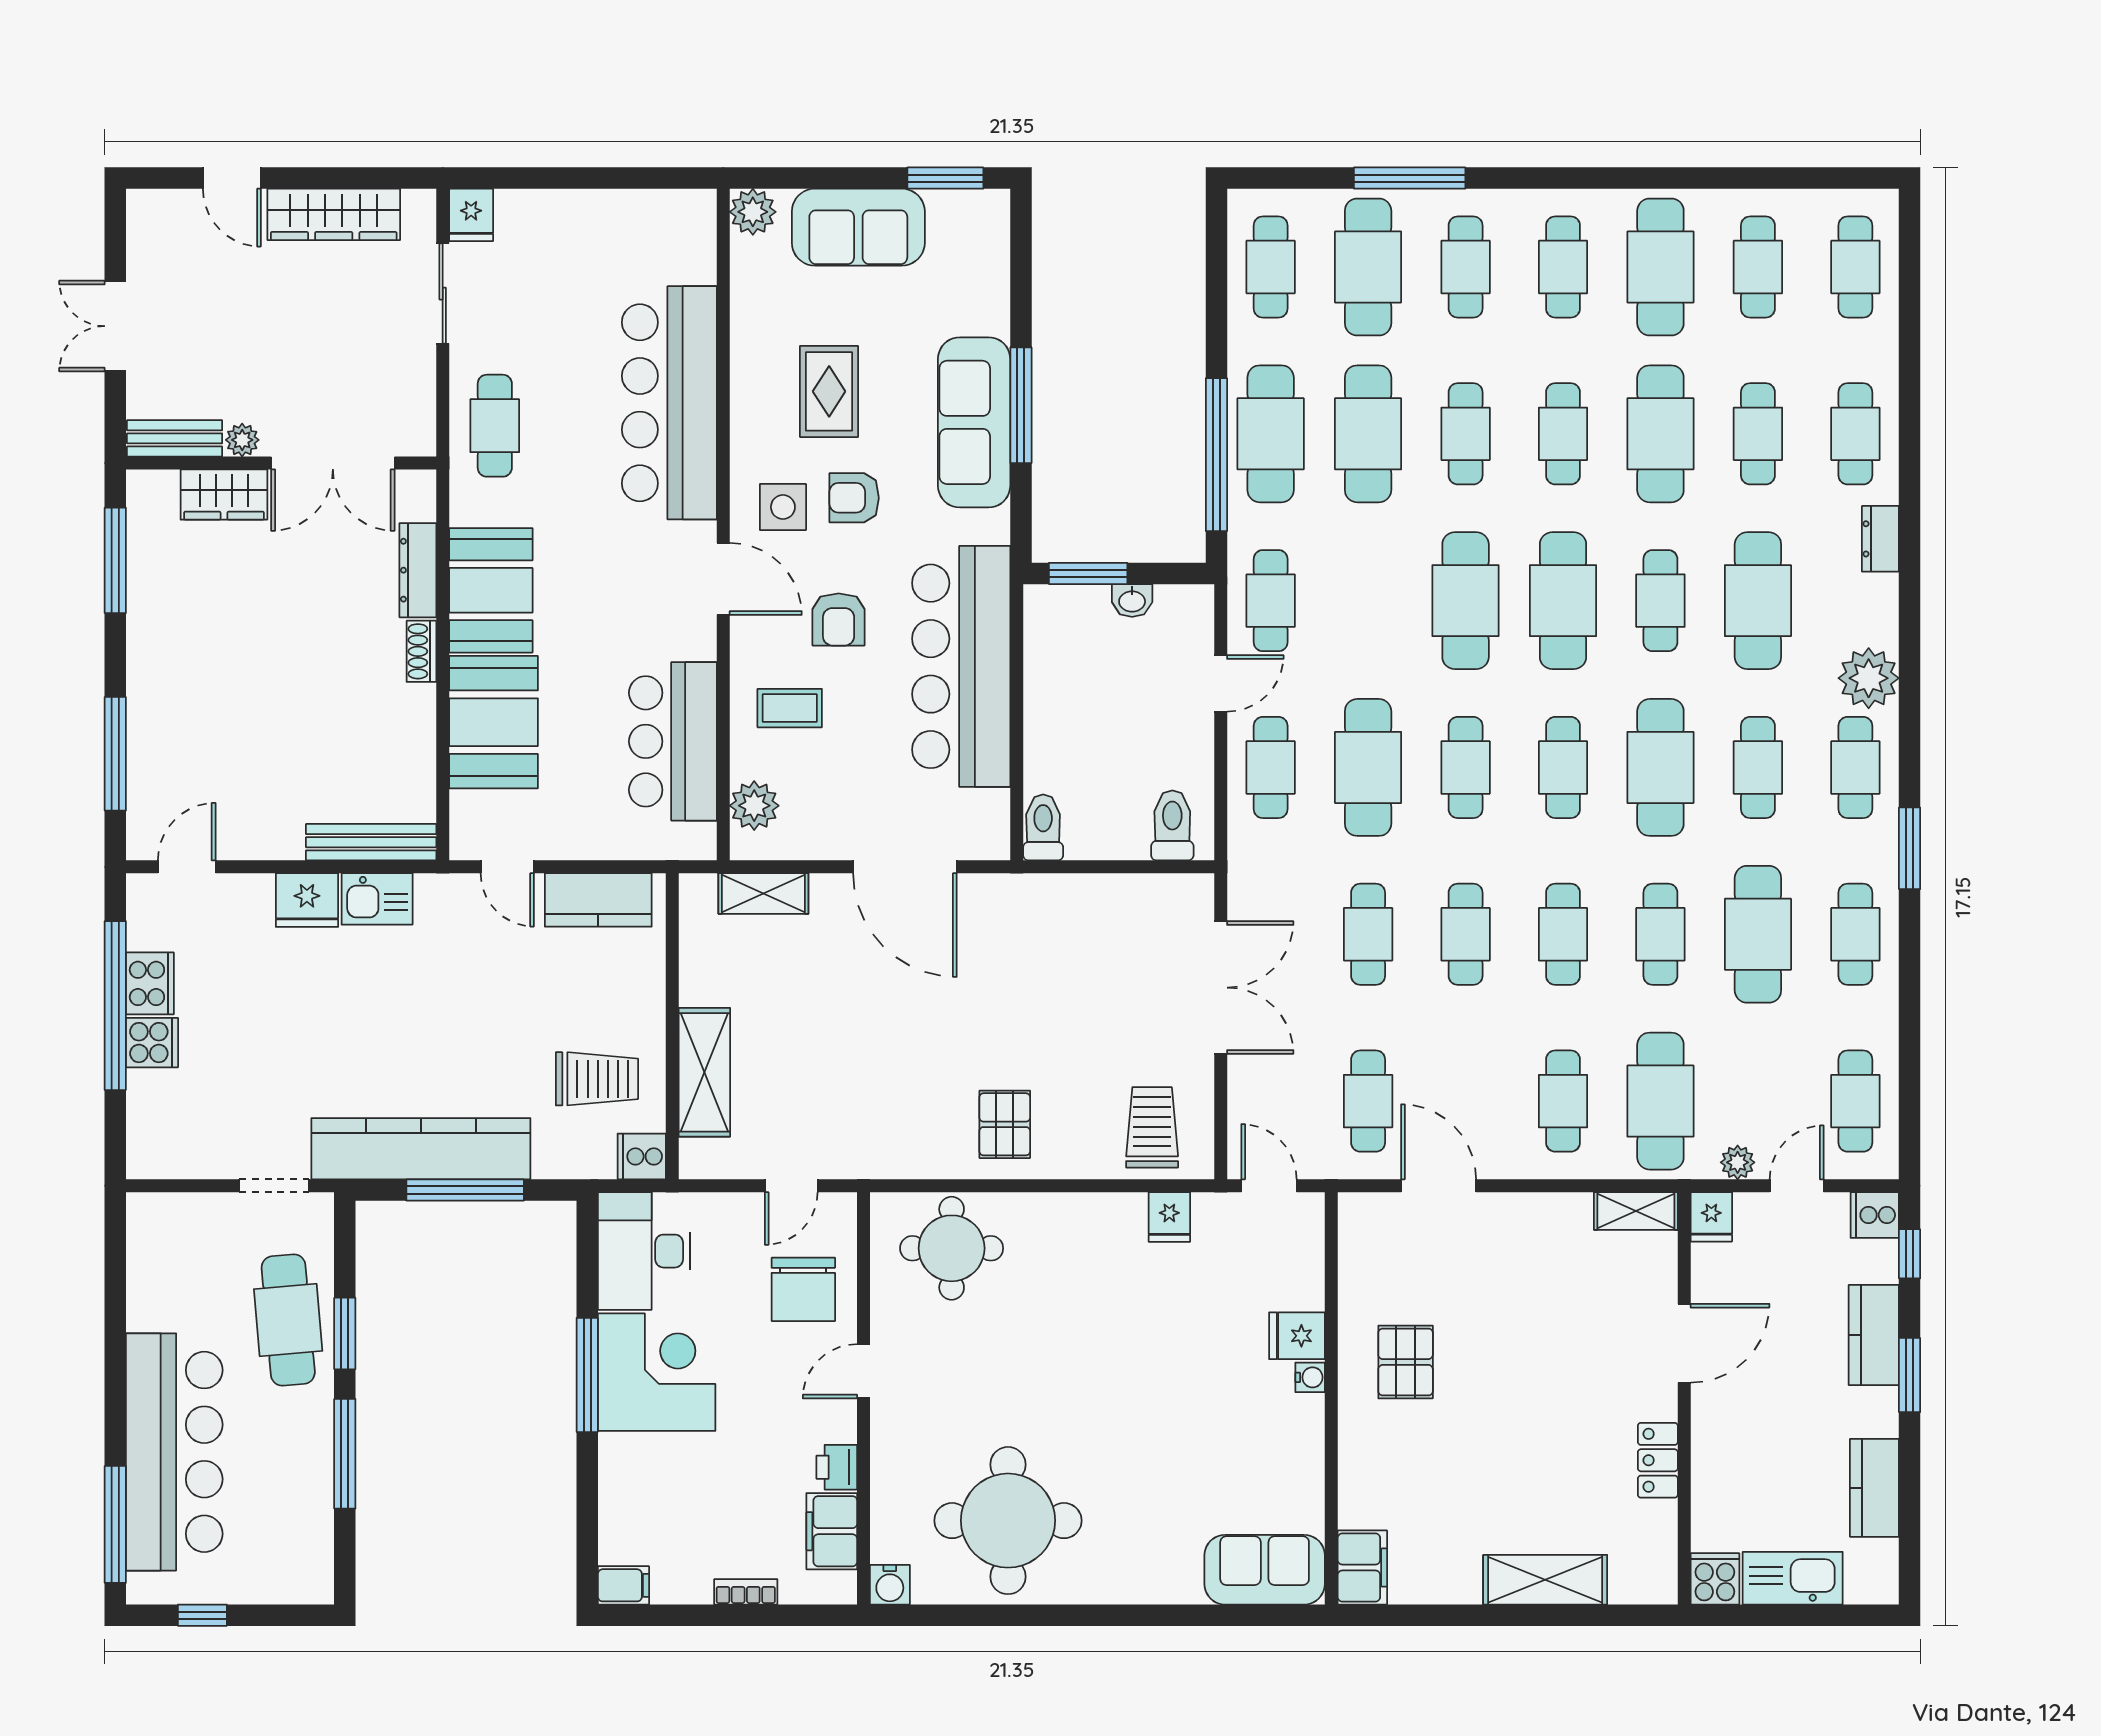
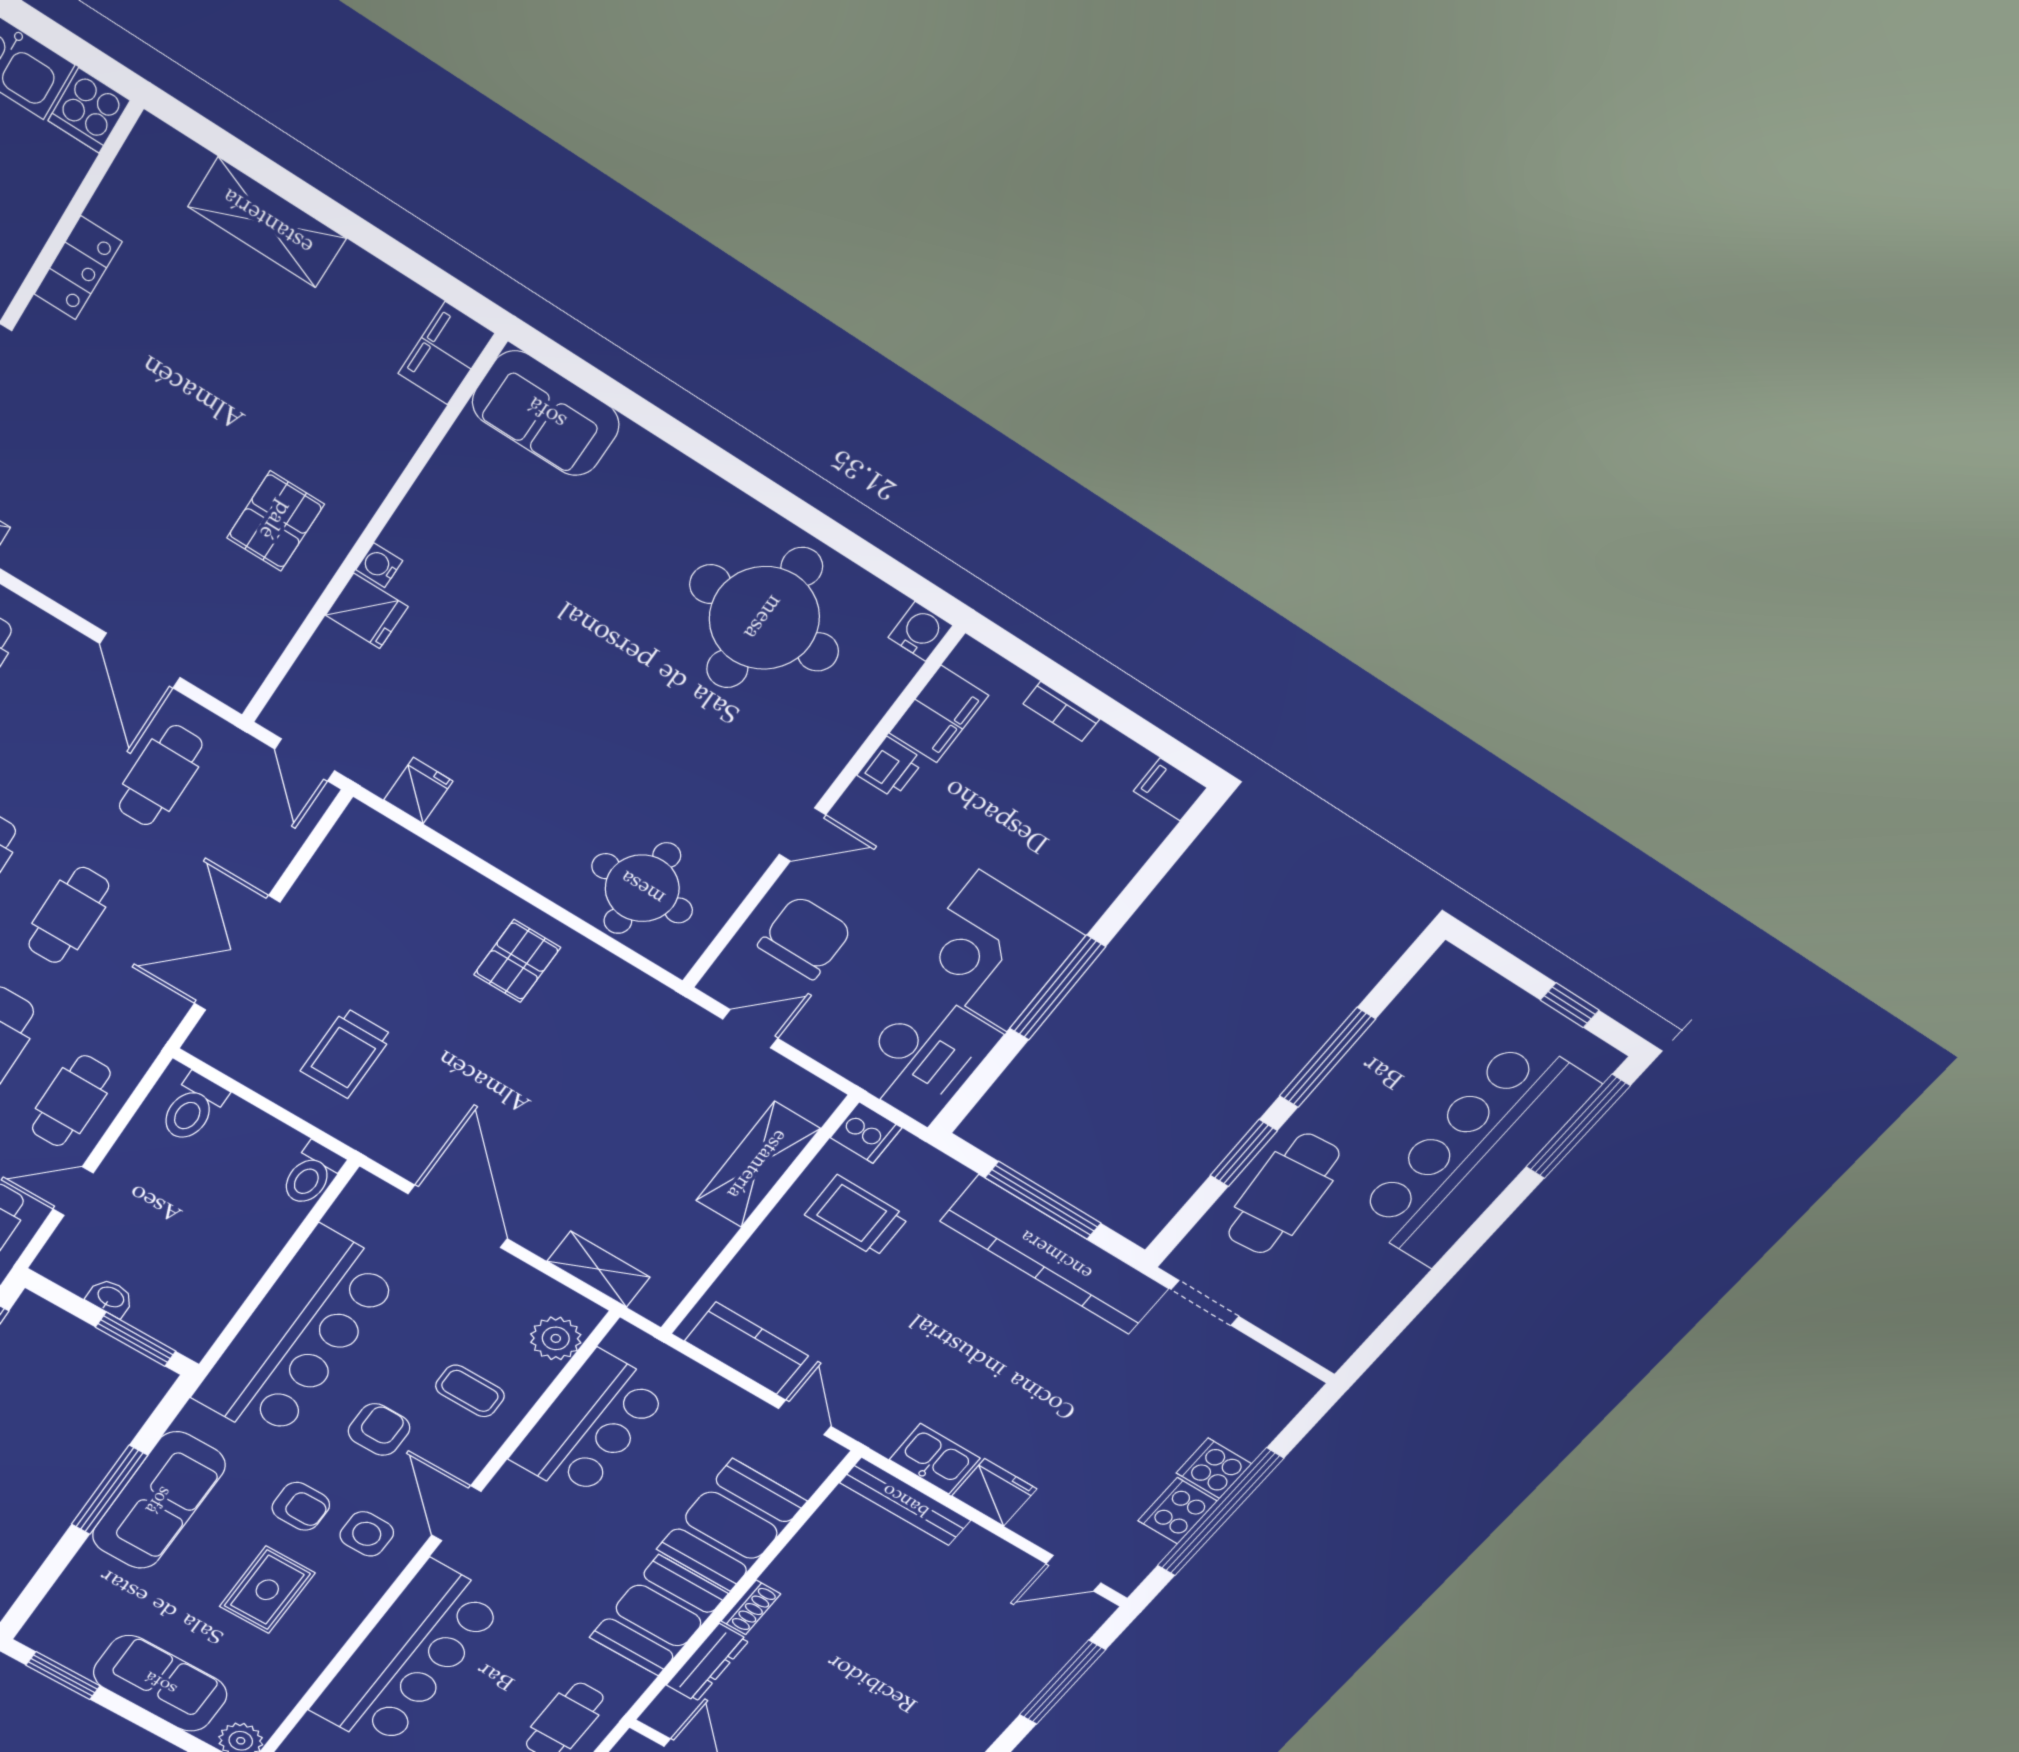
trolley: (1152, 1127) -> (346, 1053), moved

